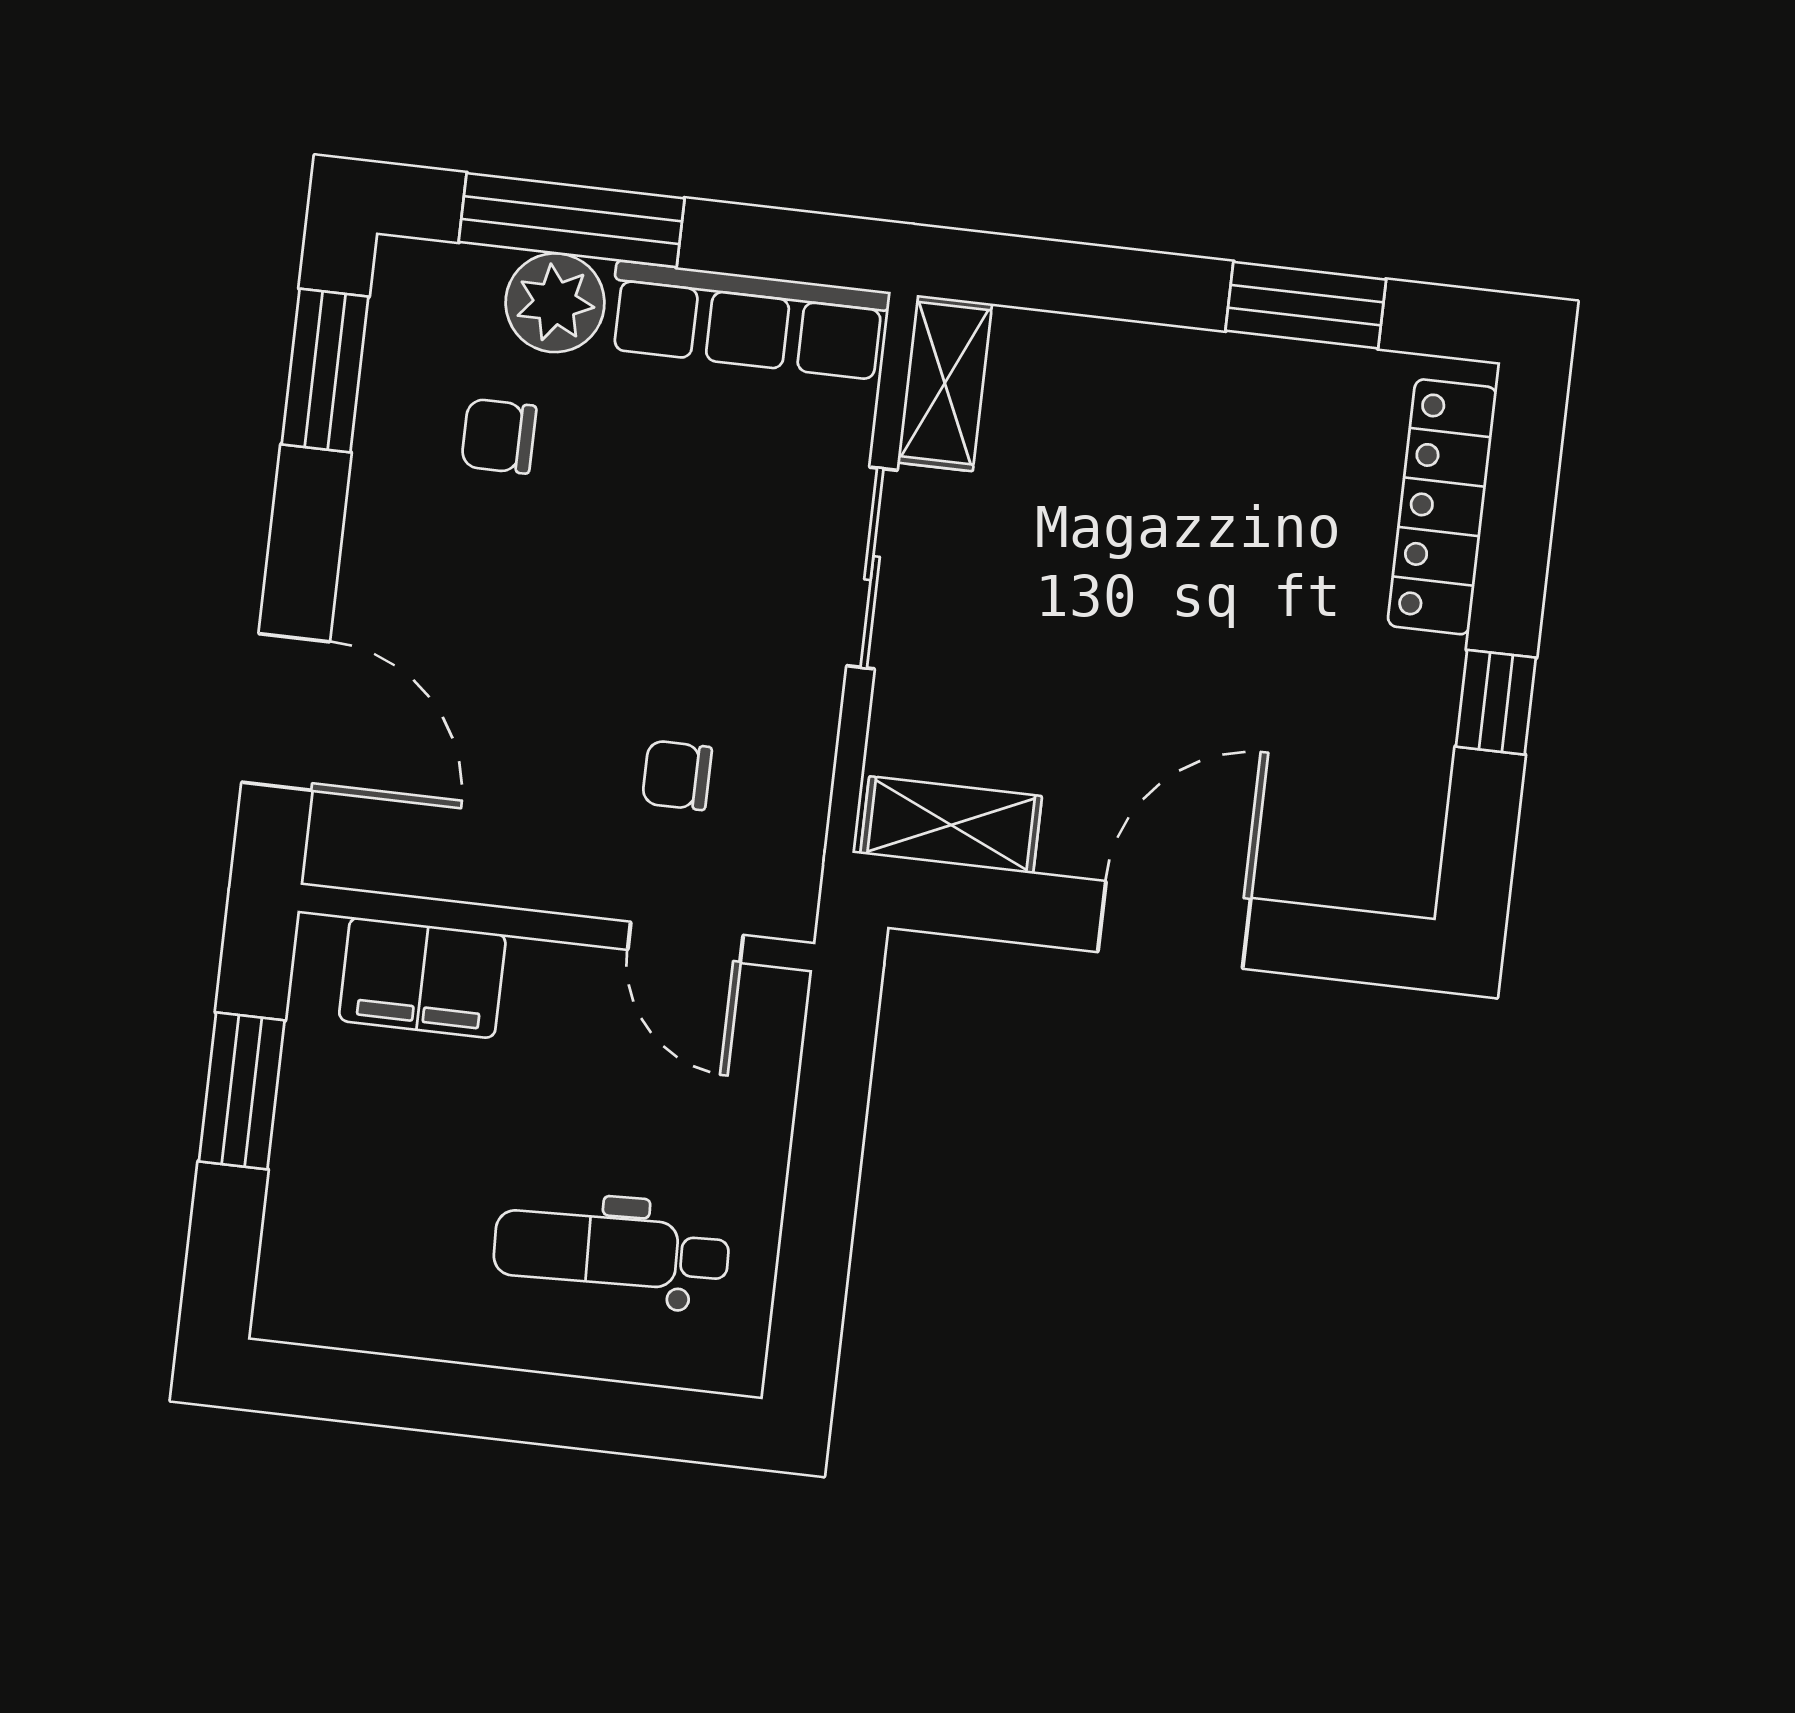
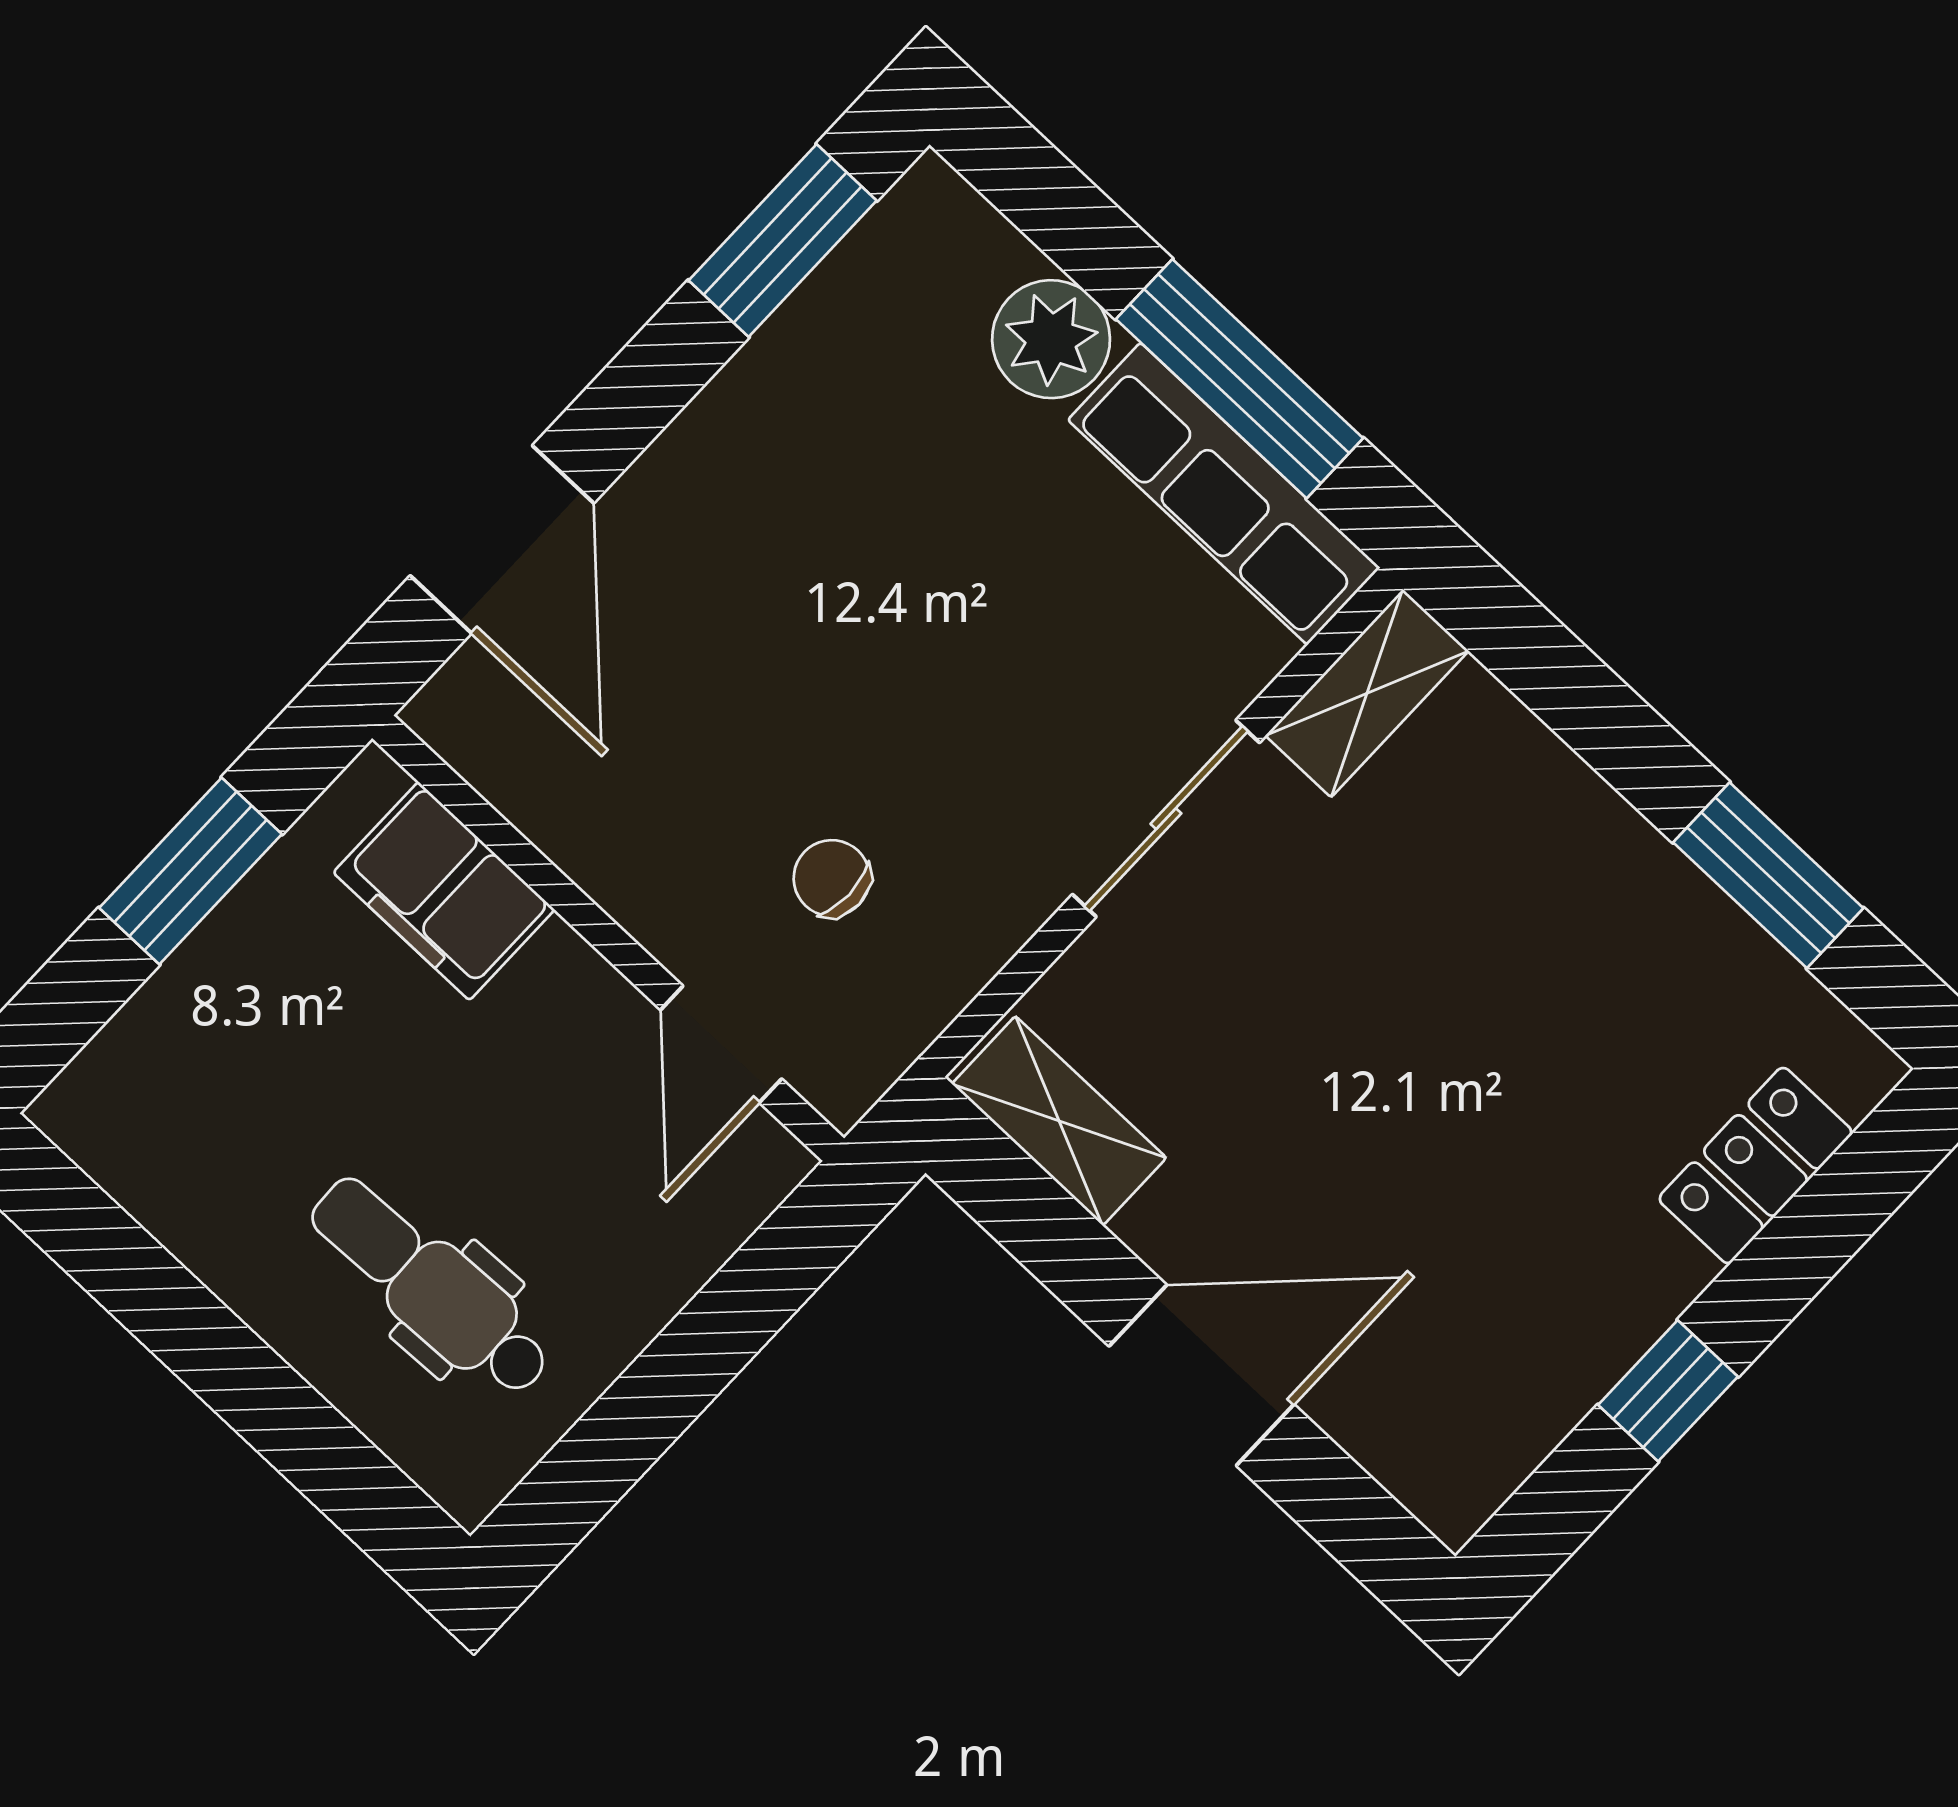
window: (572, 220) -> (1239, 379), moved
chair: (499, 436) -> (902, 427), removed
locker: (1442, 507) -> (1755, 1165), width x0.66

